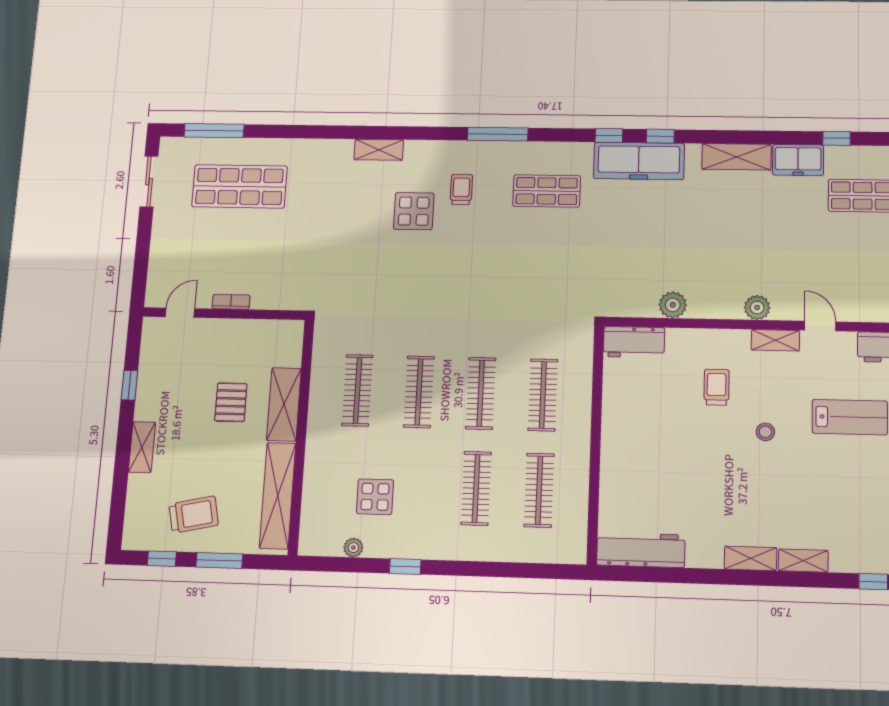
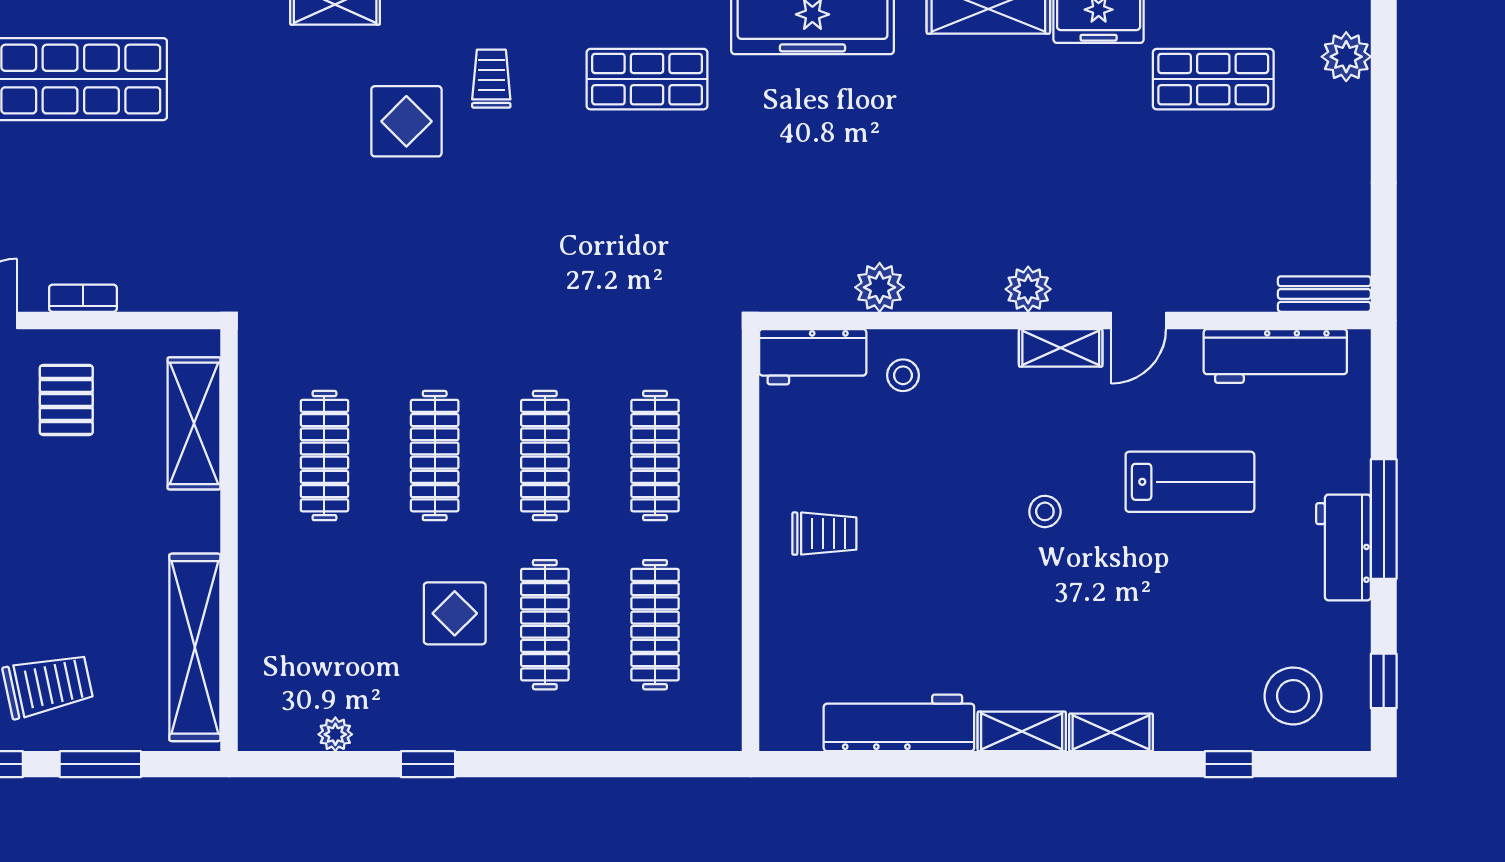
door: (820, 326) -> (1139, 320), swing flipped
stool: (685, 354) -> (903, 375), added
trolley: (717, 387) -> (824, 534), moved, turned 90
pallet: (231, 402) -> (66, 400), moved
shelving: (284, 404) -> (194, 423), moved
display table: (375, 497) -> (455, 613), moved
workbench: (641, 550) -> (899, 723), moved

